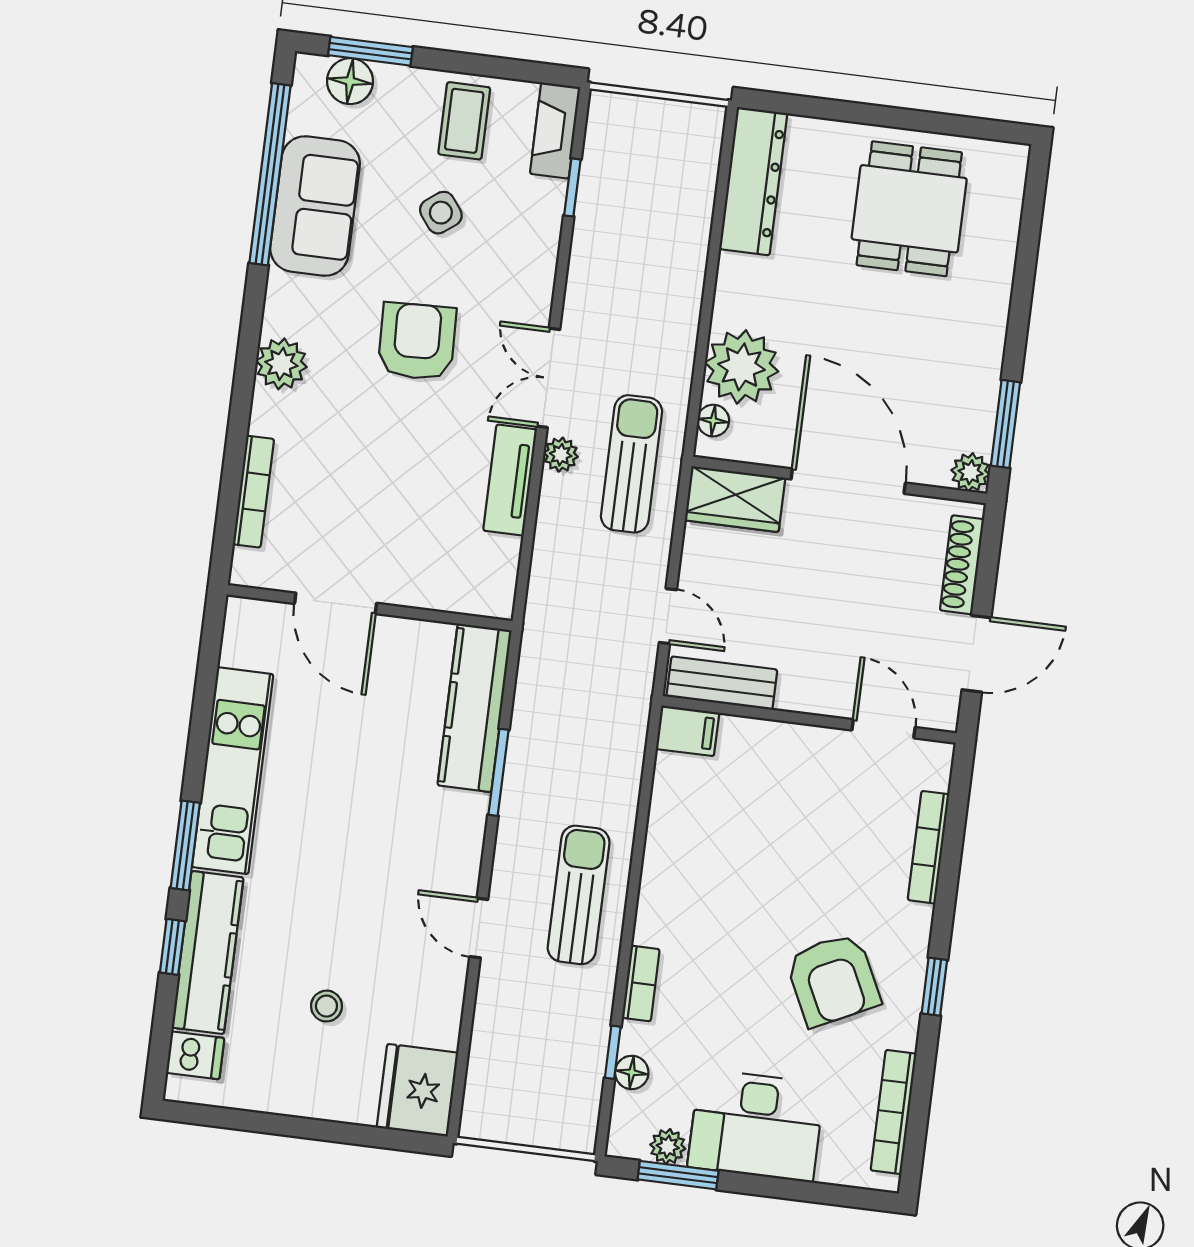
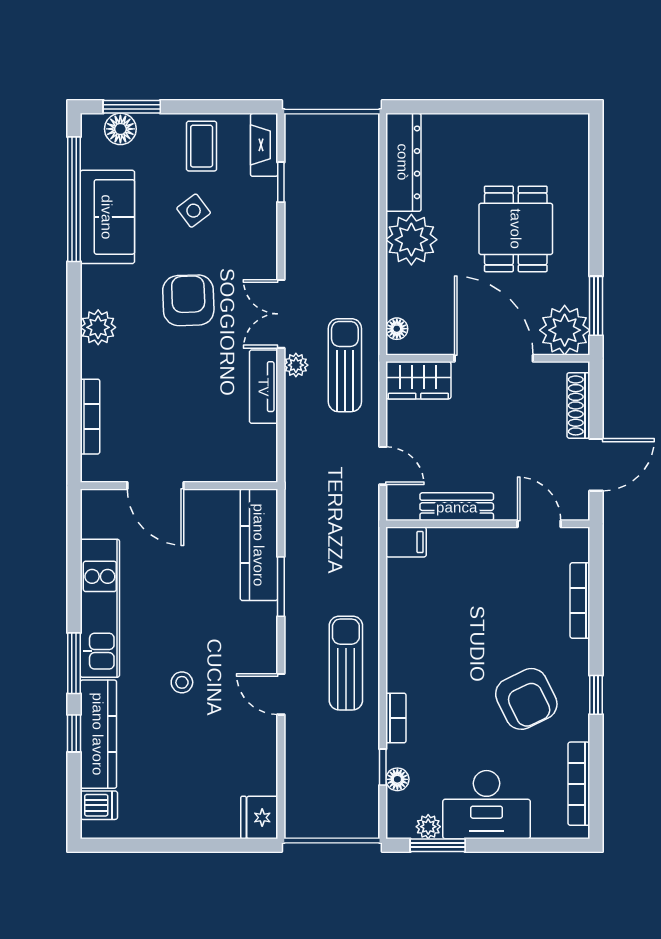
dining table: (909, 209) -> (516, 229), moved
plant: (742, 367) -> (411, 240), moved
plant: (970, 472) -> (565, 330), width x1.88, depth x1.88
bench: (722, 683) -> (457, 507), moved
stool: (326, 1006) -> (182, 682), moved
fridge: (417, 1090) -> (259, 818), width x0.73, depth x0.75

